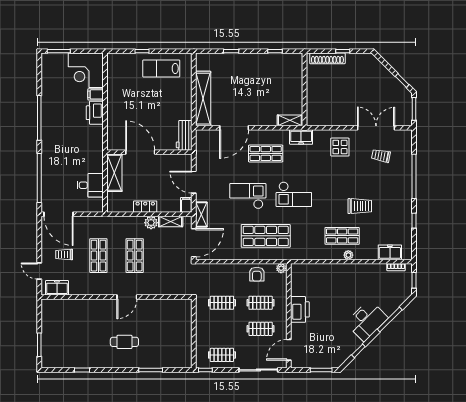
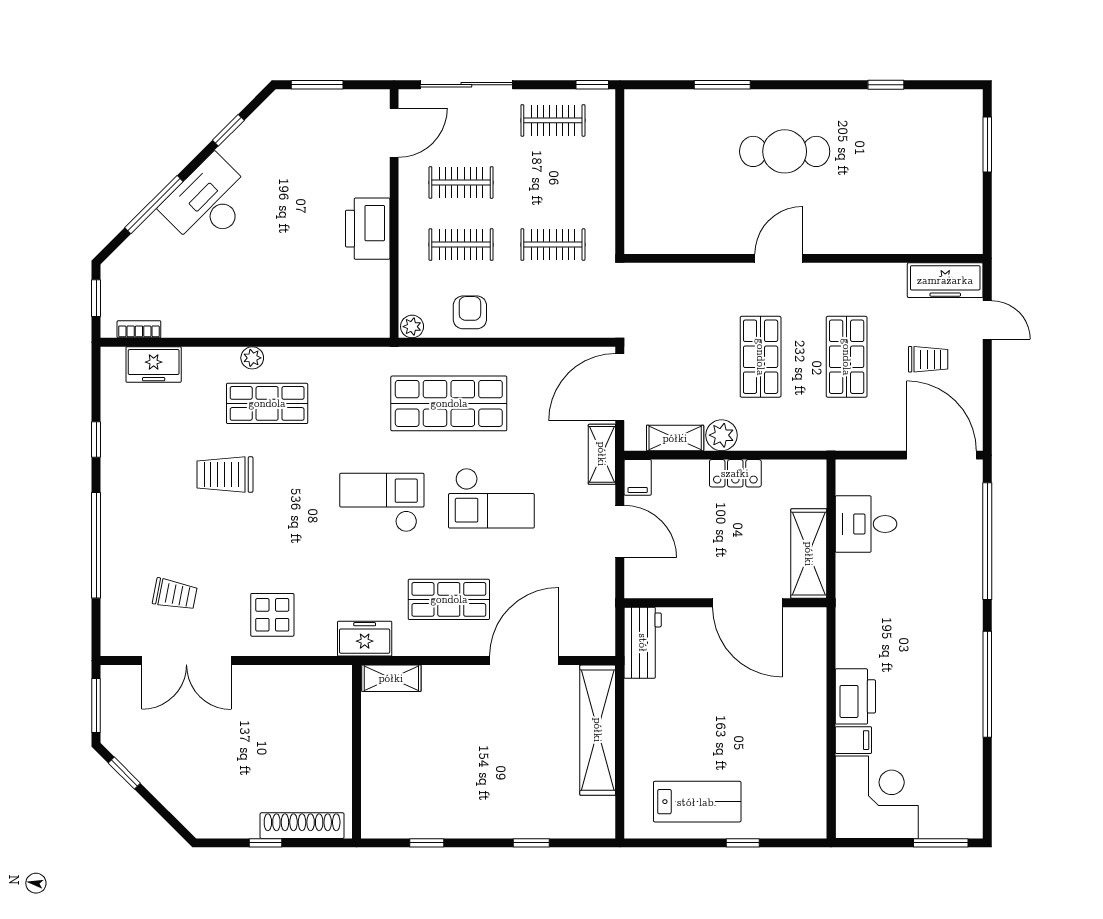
freezer: (57, 288) -> (945, 280), width x1.40
cafe table: (124, 342) -> (785, 151), width x1.37, depth x1.35

